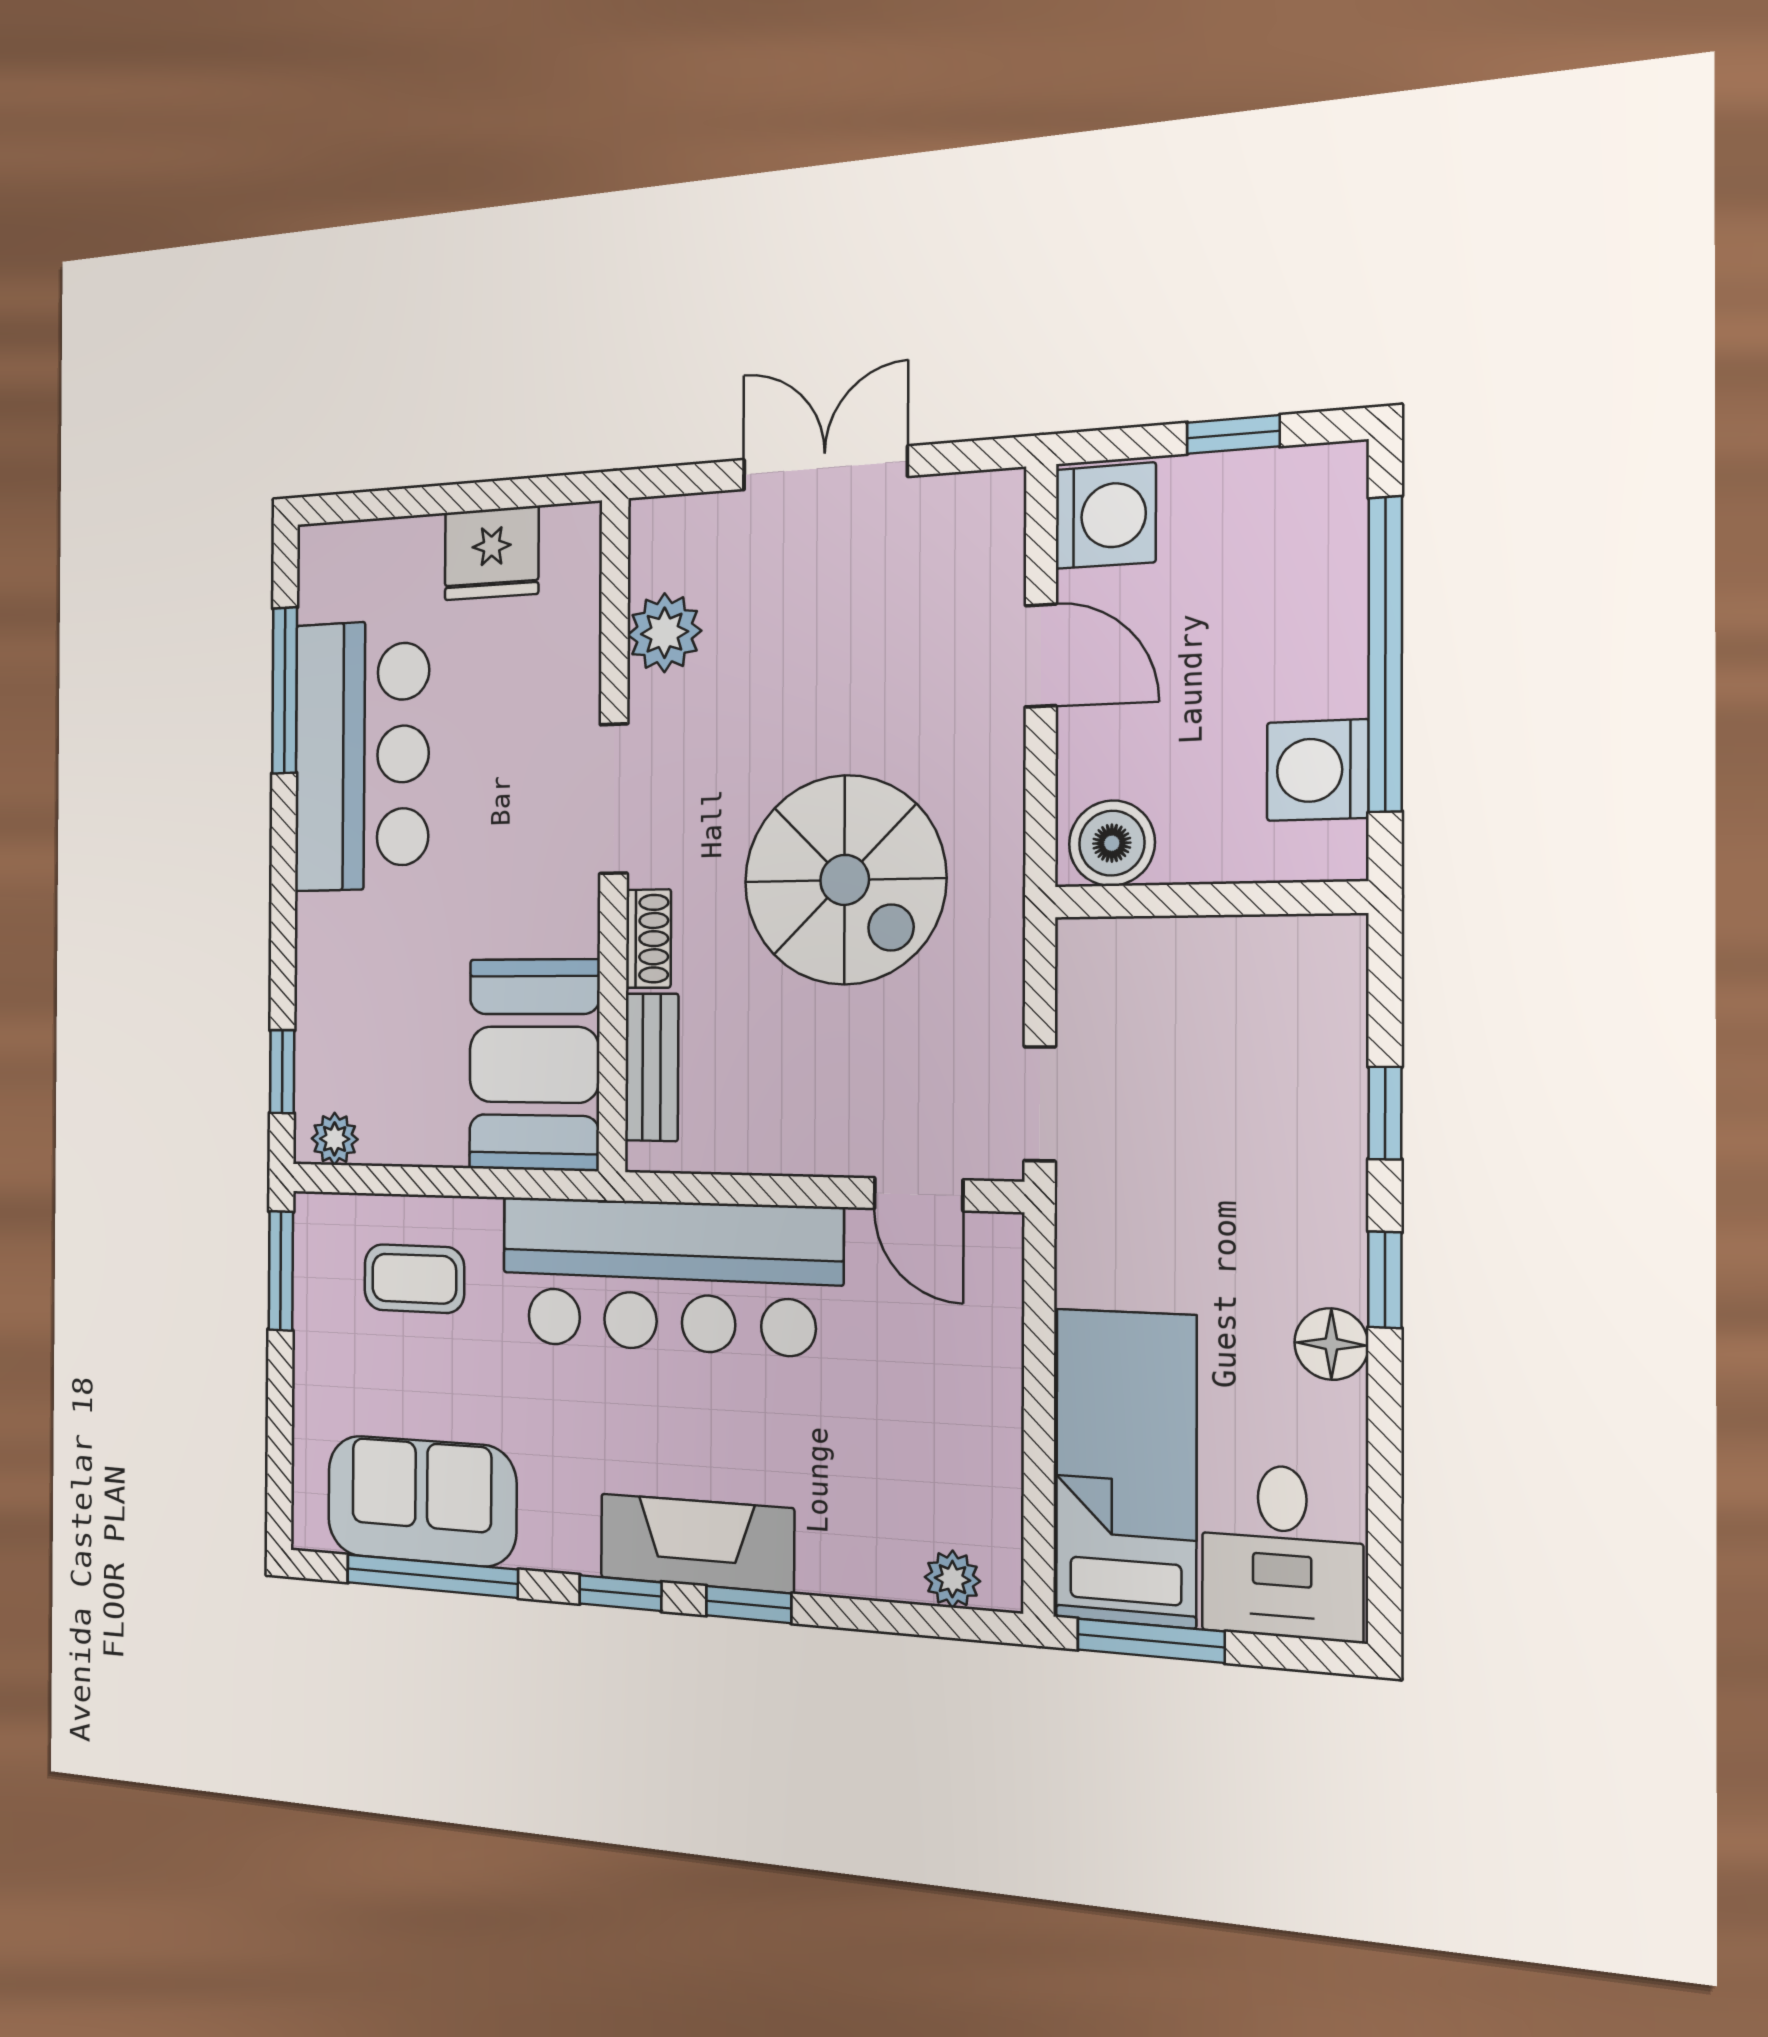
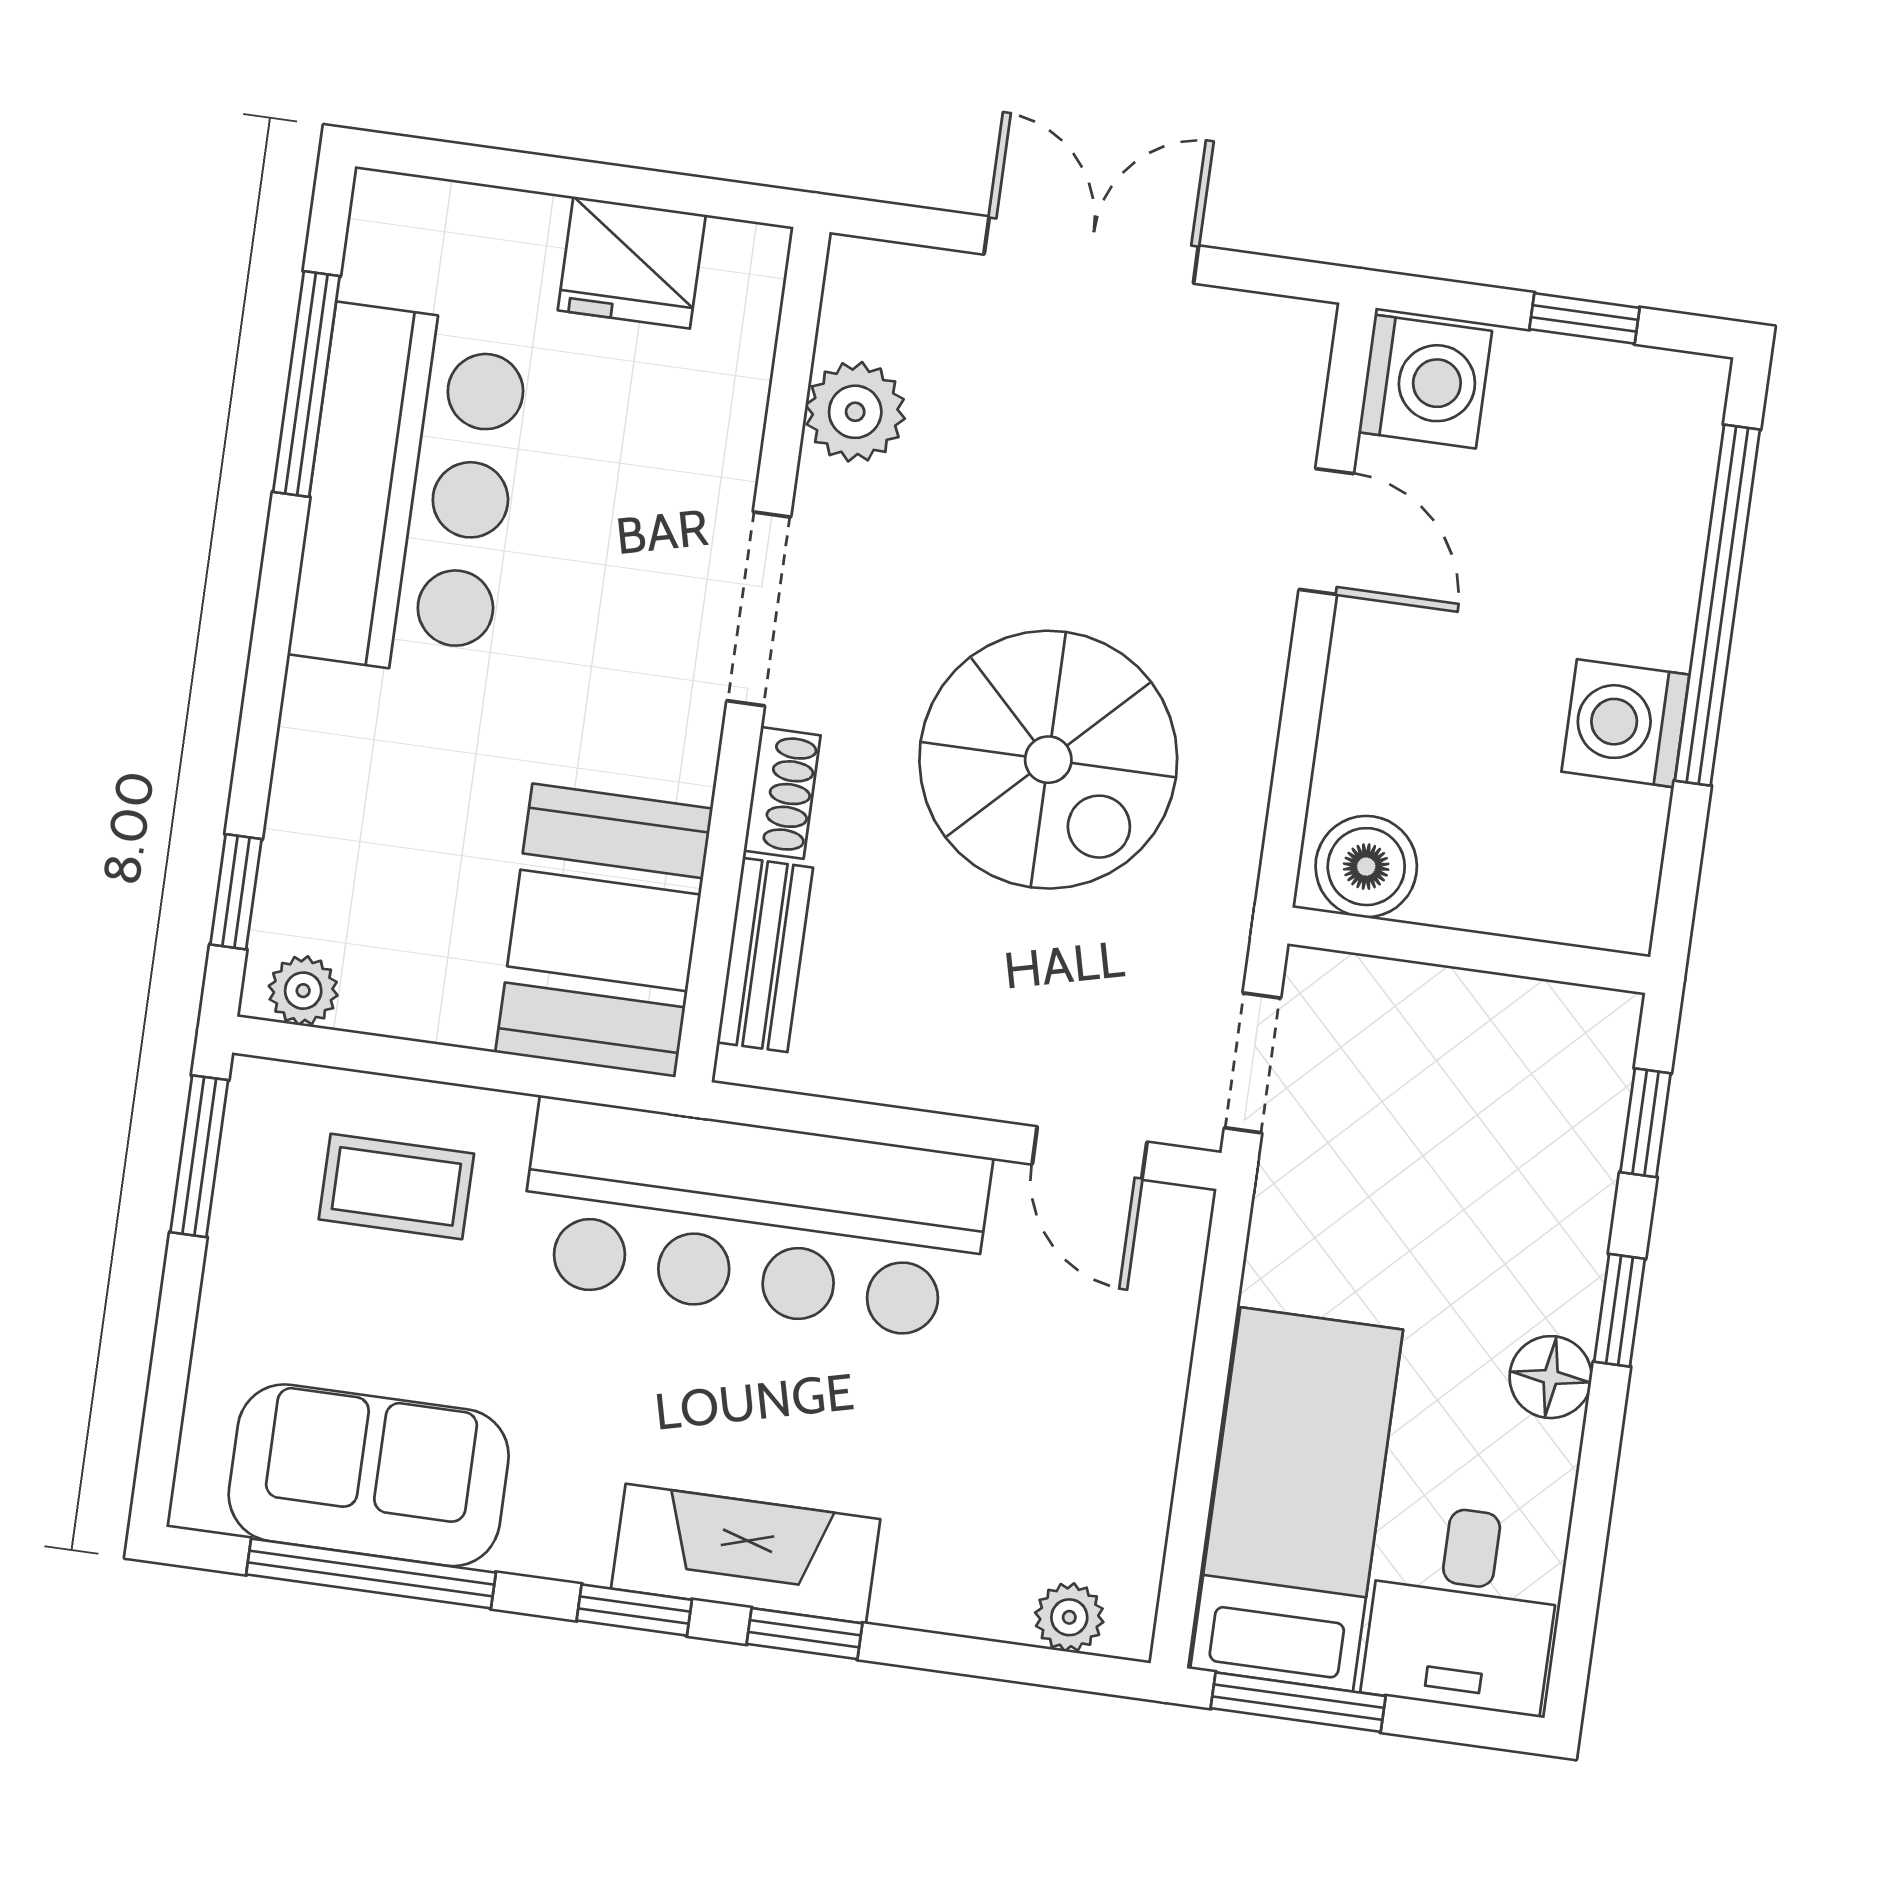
boiler: (1112, 843) -> (1366, 867), moved
wall: (1208, 900) -> (1469, 950), moved

